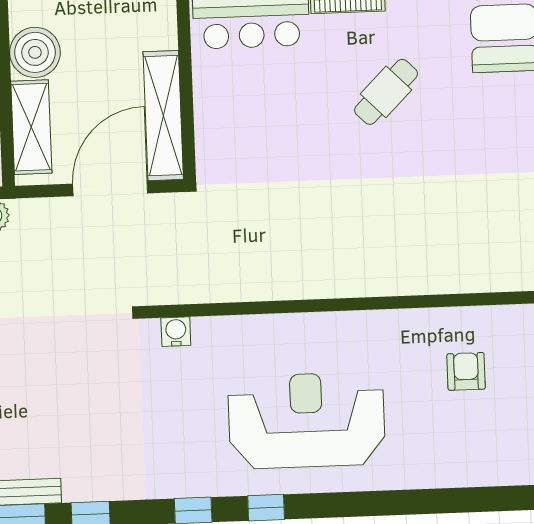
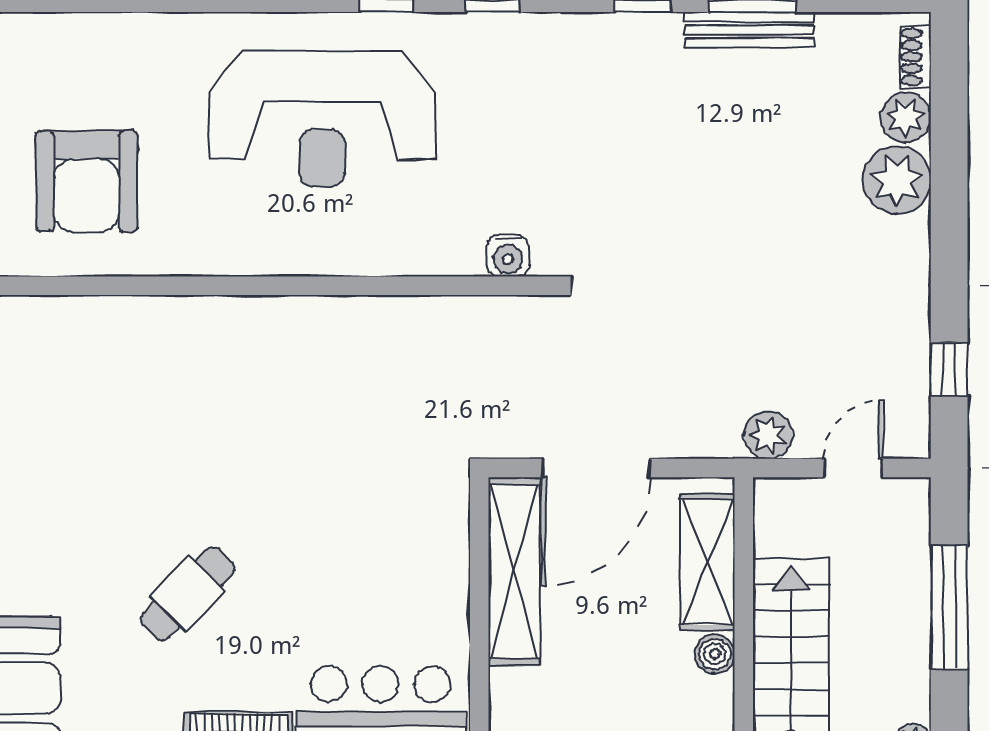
boiler: (35, 52) -> (715, 654), width x0.54, depth x0.54
armchair: (466, 371) -> (87, 181), width x1.88, depth x1.88

